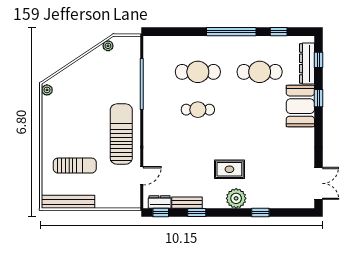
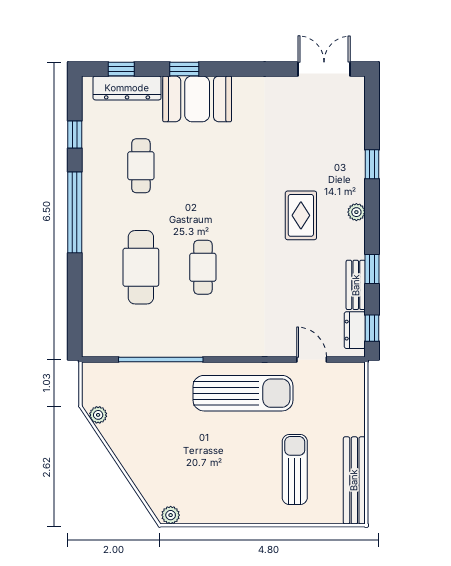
cafe table: (260, 72) -> (141, 166), width x0.73, depth x0.74
sun lounger: (121, 134) -> (243, 393), turned 180
plant: (236, 198) -> (356, 212), width x0.53, depth x0.53

